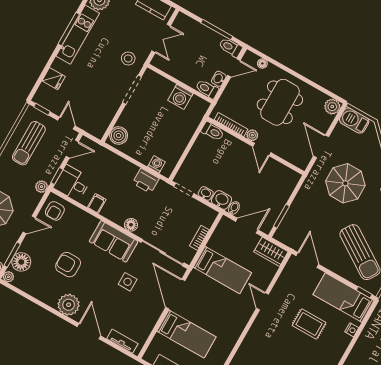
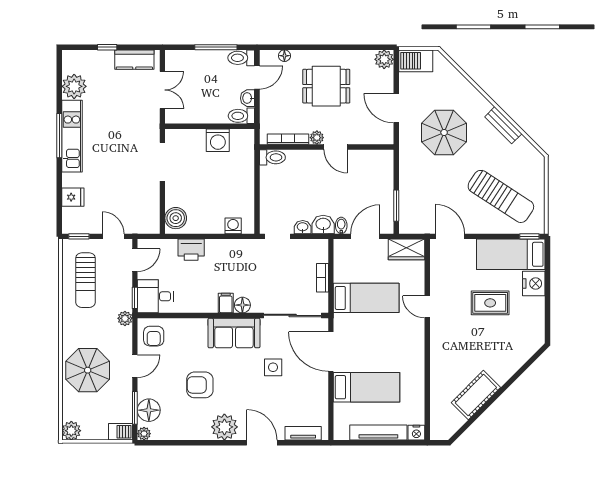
stool: (128, 58) -> (140, 131), removed
dining table: (280, 102) -> (326, 86), width x0.73
printer: (146, 181) -> (191, 250), moved
filing cabinet: (97, 203) -> (226, 303), moved
nightstand: (352, 330) -> (534, 283), width x1.89, depth x1.79

